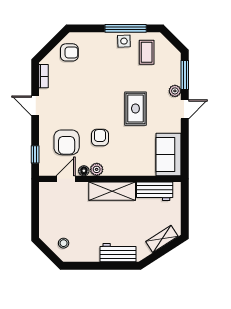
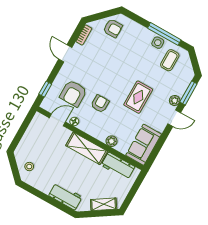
plant: (97, 169) -> (111, 141), moved

